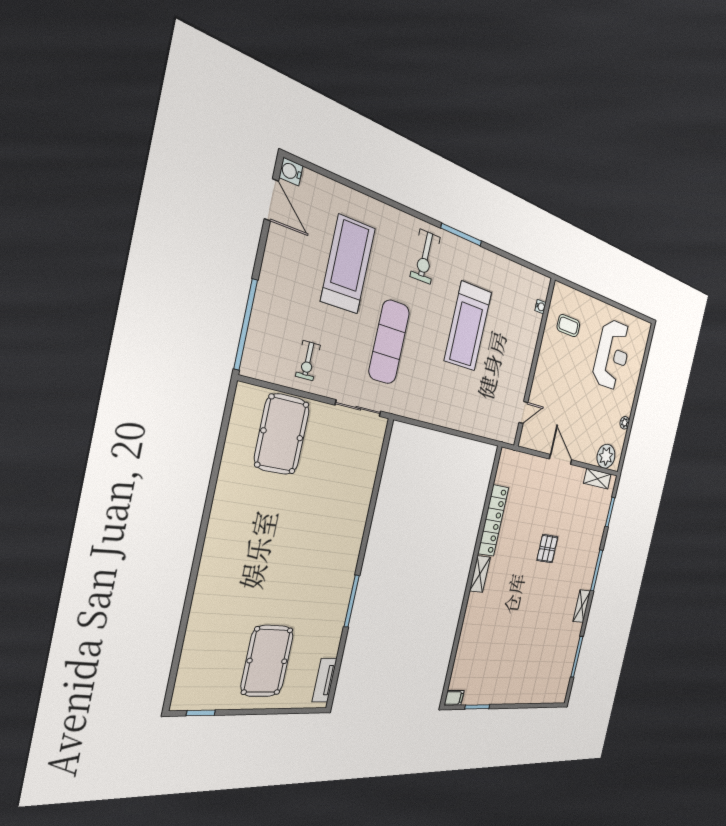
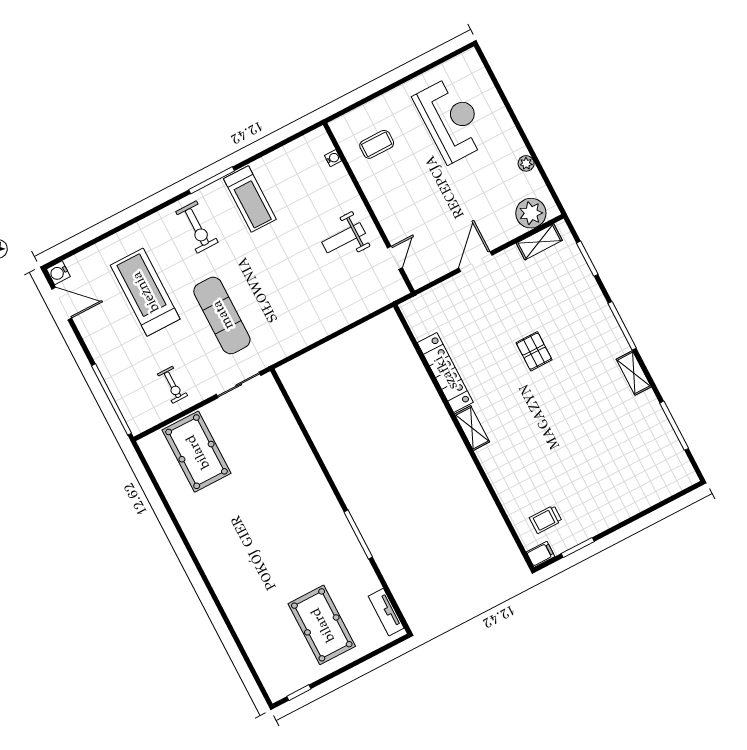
treadmill: (468, 326) -> (250, 199), moved, width x0.73, depth x0.73
weight bench: (506, 367) -> (344, 238), added
door: (561, 459) -> (475, 262), hinge flipped
trolley: (474, 674) -> (546, 519), added

